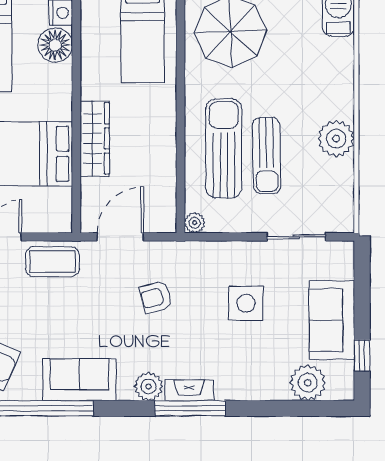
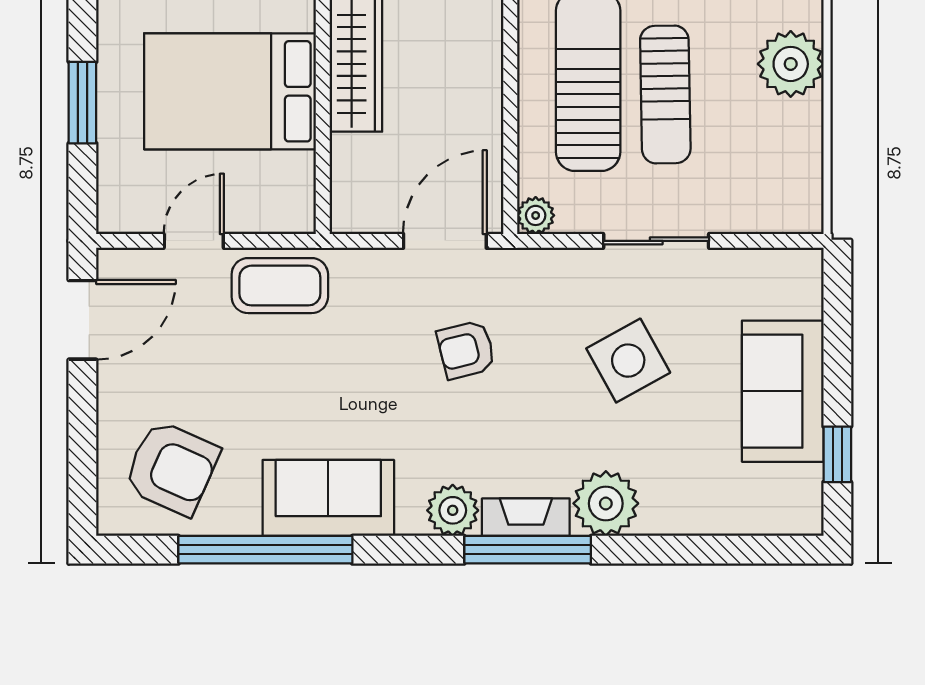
door: (120, 237) -> (445, 241), moved
sliding door: (296, 237) -> (656, 241), moved
side table: (246, 303) -> (628, 361), turned -30
plant: (308, 383) -> (606, 503), moved

